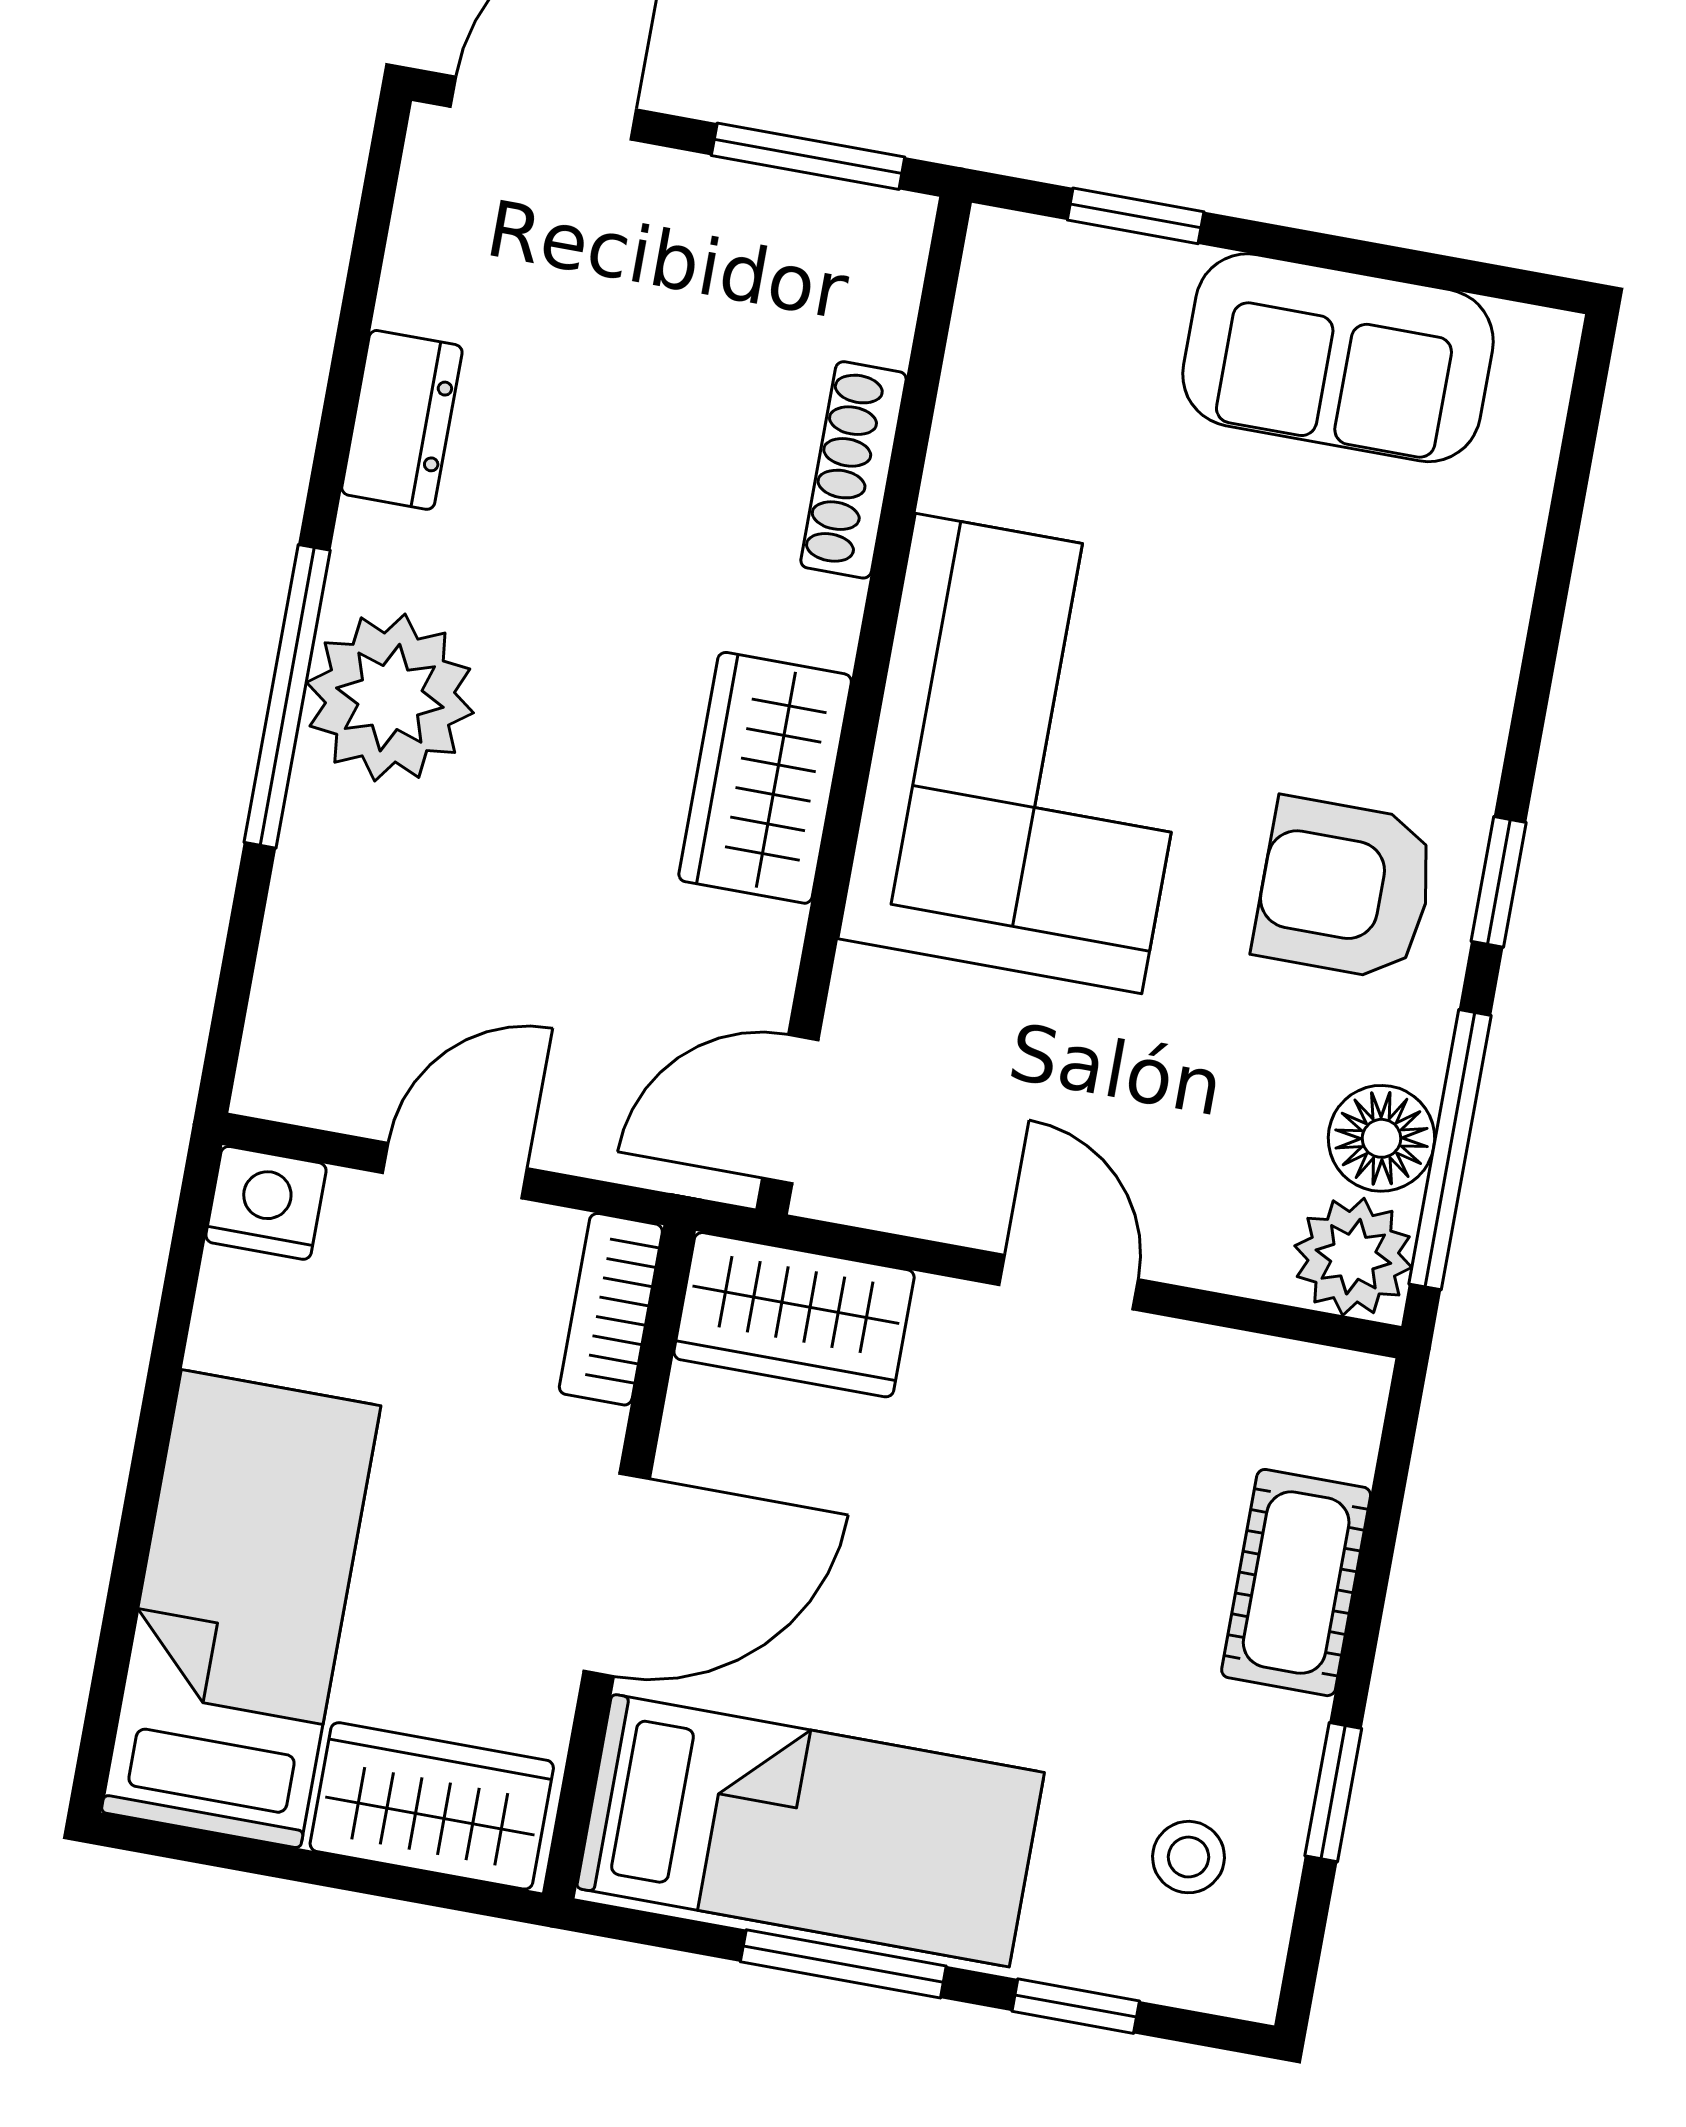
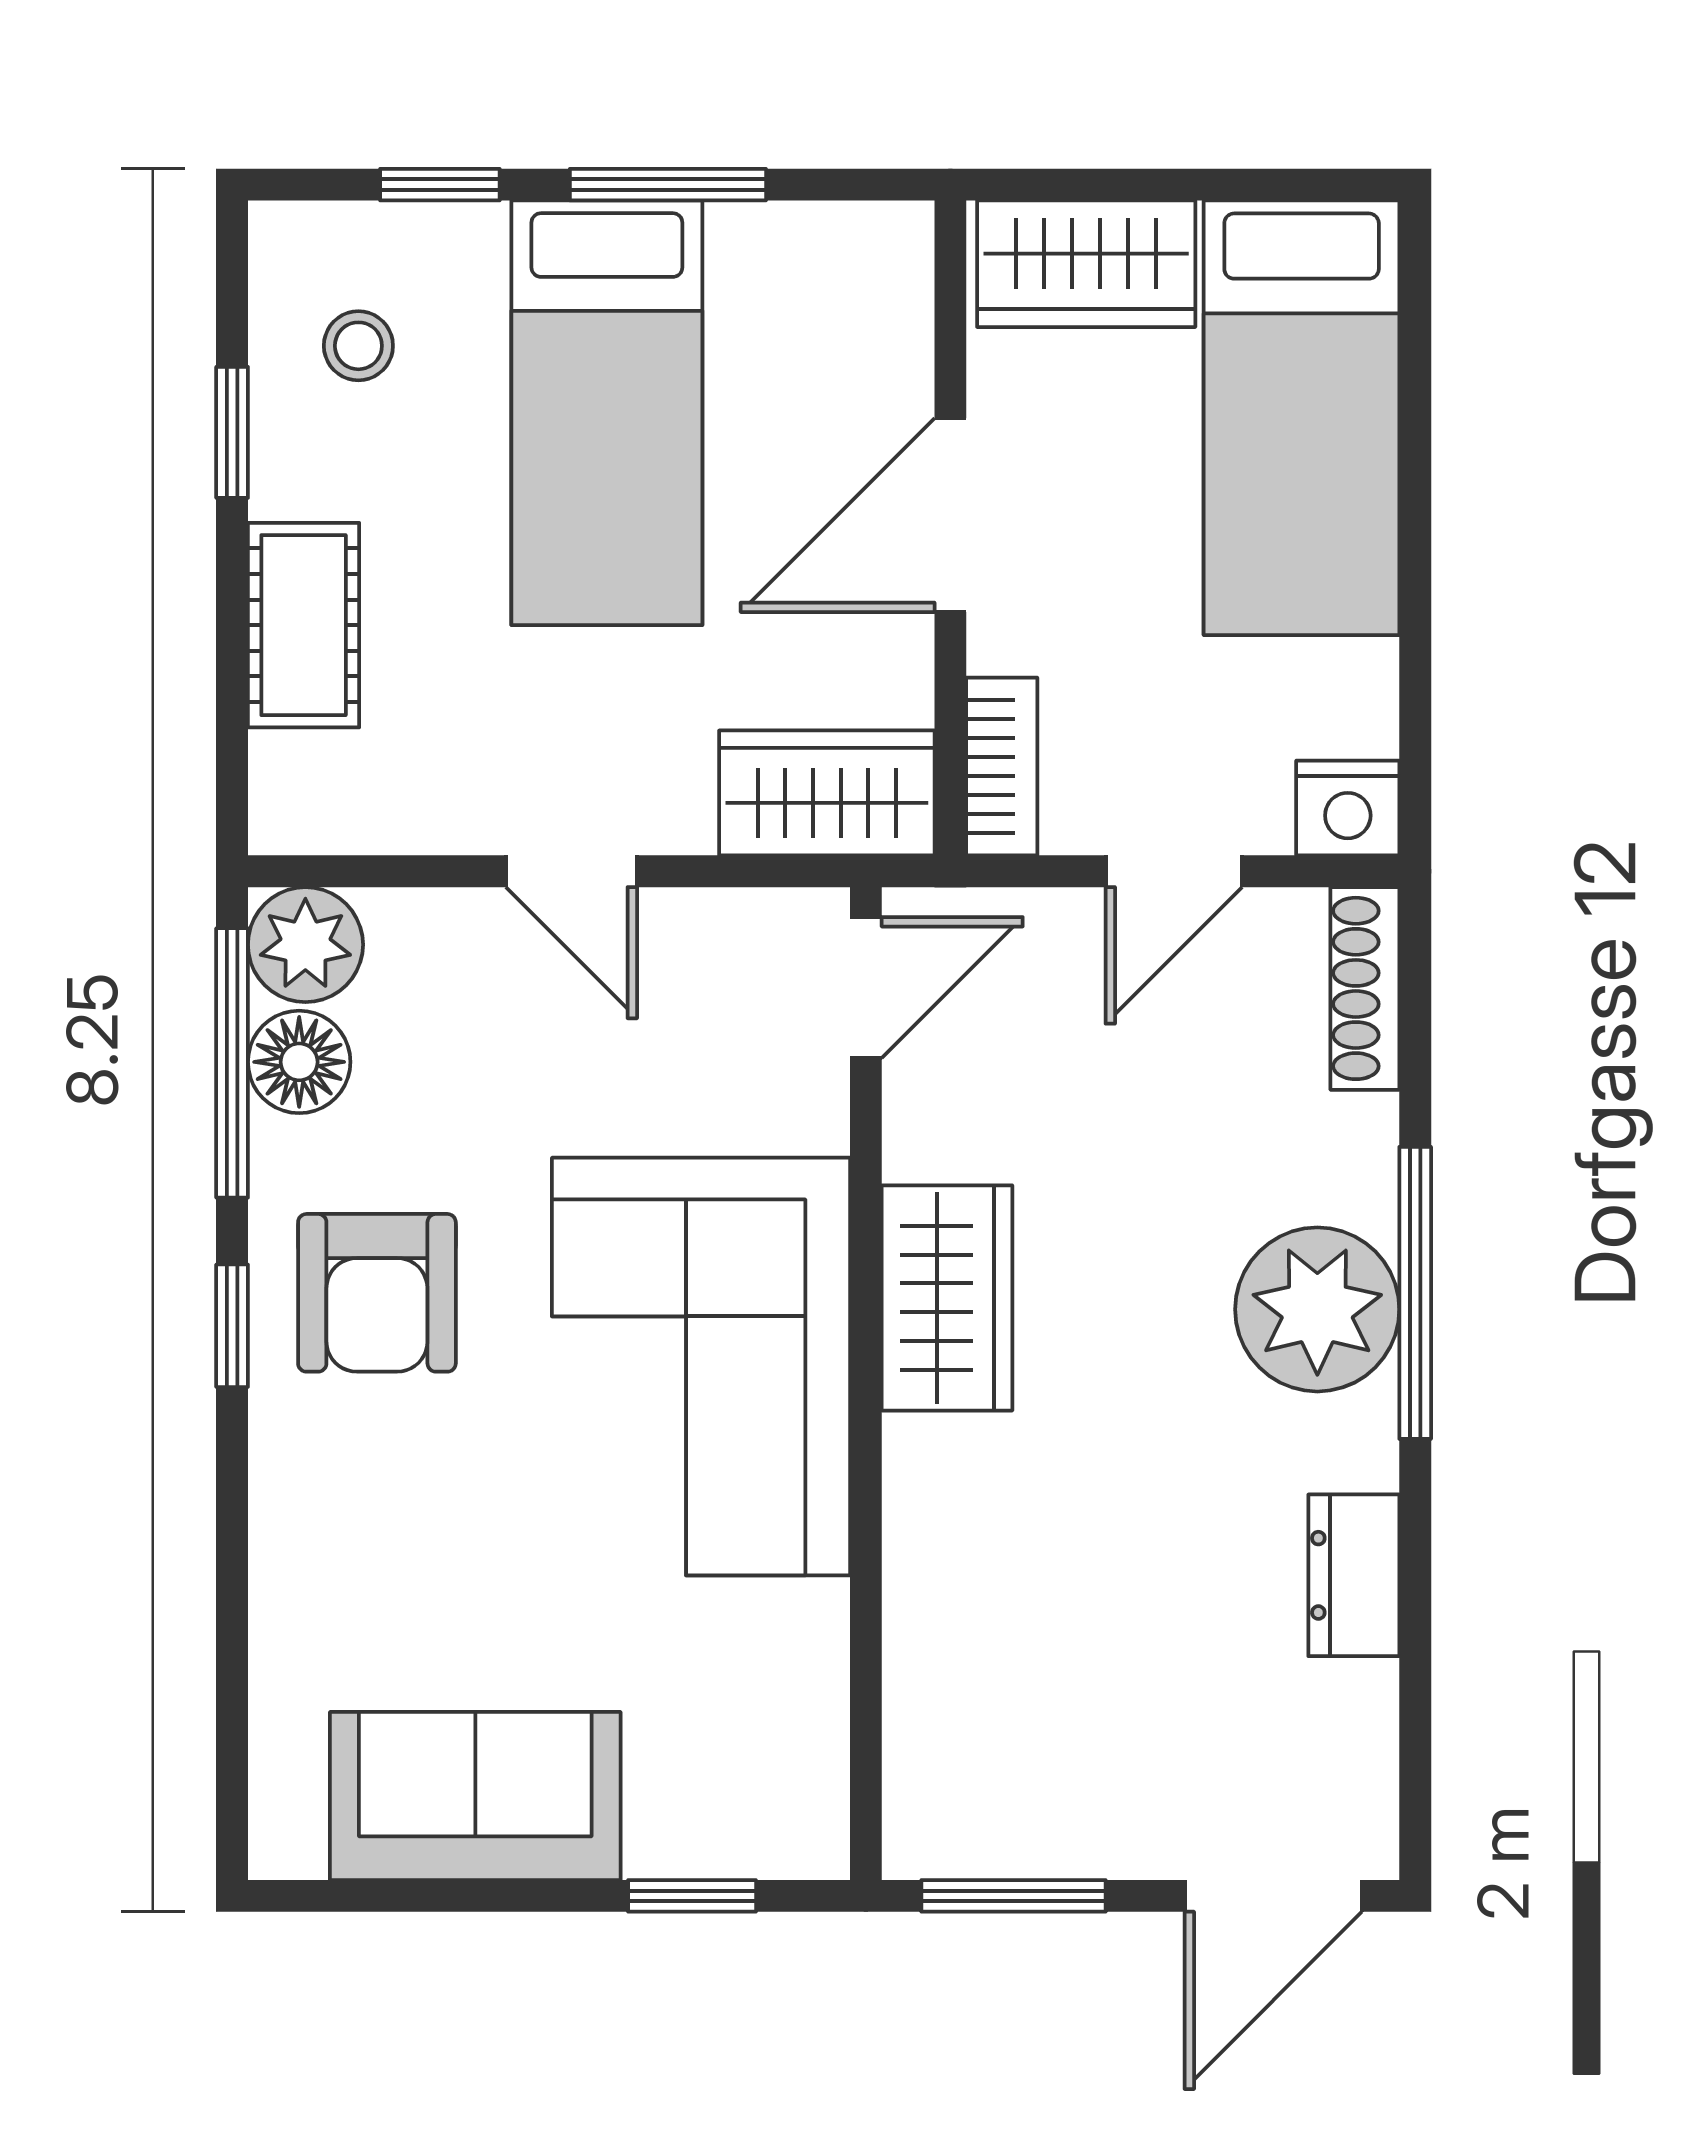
shoe rack: (854, 470) -> (1365, 988), moved, turned 180
armchair: (1345, 889) -> (377, 1293), turned 90
bed: (810, 1830) -> (607, 413), moved, turned -90

